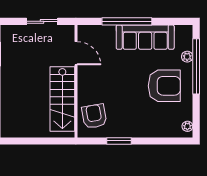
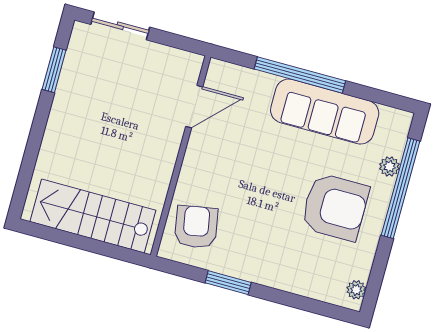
sliding door: (42, 21) -> (120, 26), moved
door: (76, 53) -> (194, 107), hinge flipped
stairs: (62, 99) -> (93, 216), moved, turned 90

